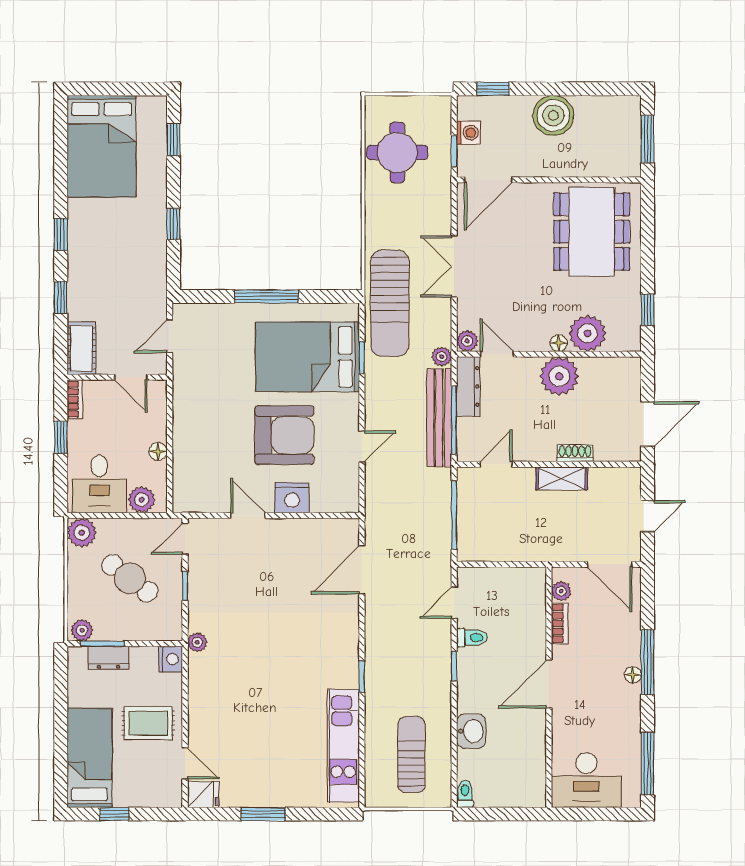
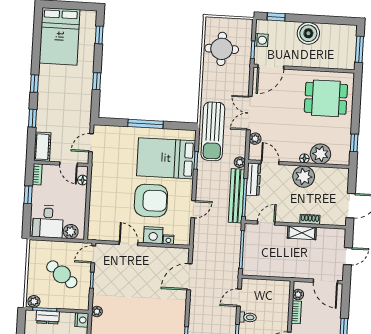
dining table: (592, 232) -> (326, 98), width x0.73
plant: (467, 341) -> (255, 139), moved
floor lamp: (158, 451) -> (83, 180), moved
nightstand: (320, 504) -> (168, 240), added
plant: (82, 533) -> (37, 248), removed

